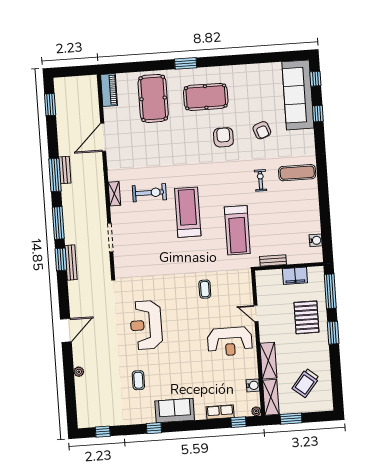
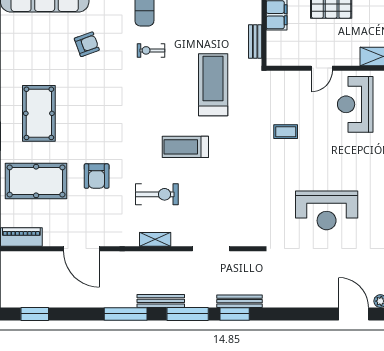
armchair: (223, 137) -> (97, 176), moved, turned -90
bench: (65, 170) -> (161, 301), moved, width x1.36
exercise bike: (149, 193) -> (157, 194), turned 90
treadmill: (188, 212) -> (185, 147), width x0.73, depth x0.73
treadmill: (237, 230) -> (213, 85), turned -90
door: (66, 330) -> (354, 314), moved
reception desk: (230, 341) -> (355, 104), turned 180

